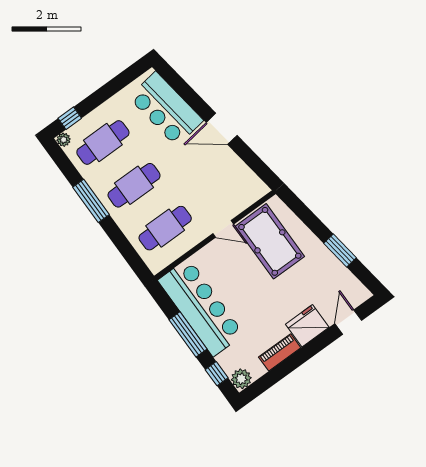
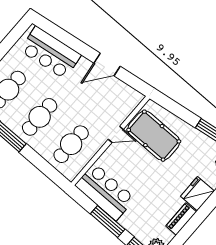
door: (222, 129) -> (107, 65), moved
bar counter: (201, 307) -> (105, 192), width x0.73

